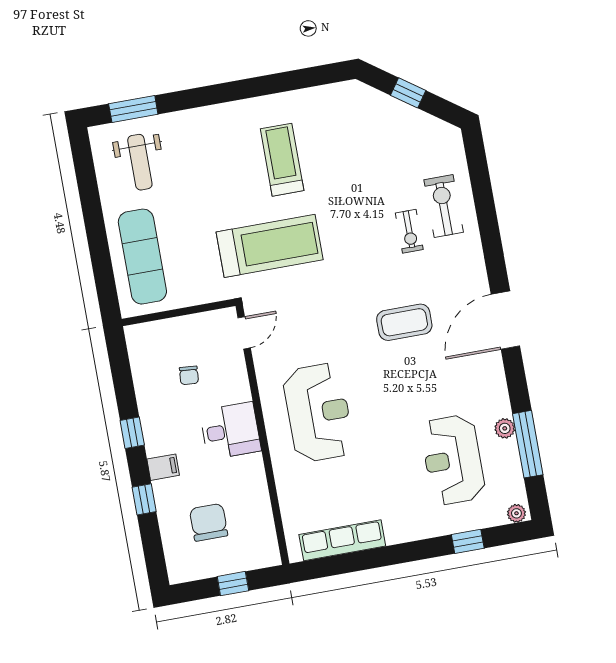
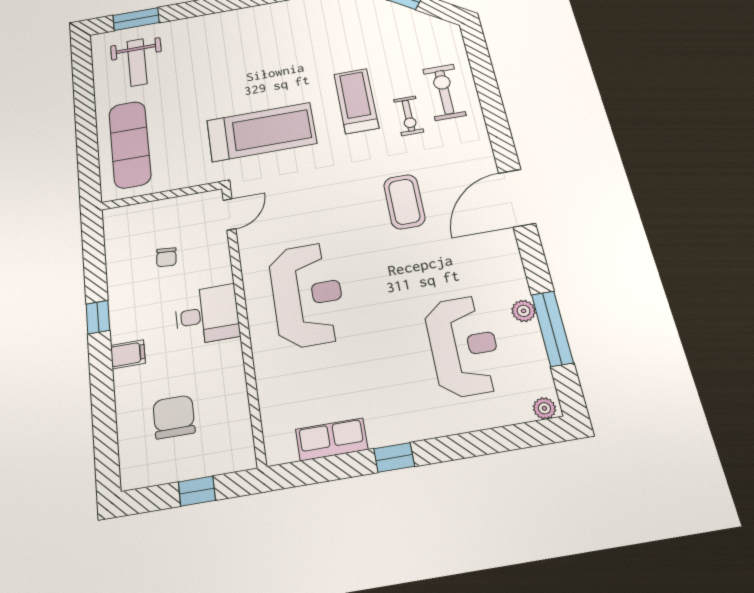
treadmill: (282, 160) -> (356, 101), moved
coffee table: (404, 322) -> (404, 202), turned 90
reception desk: (453, 460) -> (464, 346), turned 180
window: (144, 499) -> (102, 390), removed
row of seats: (342, 540) -> (332, 439), width x0.68
window: (468, 541) -> (394, 457), moved

